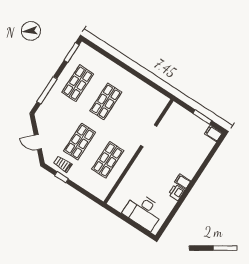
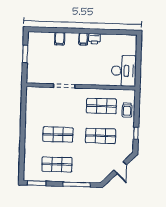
filing cabinet: (213, 133) -> (60, 39), moved
trolley: (63, 164) -> (127, 110), moved
desk: (143, 211) -> (124, 71), moved

